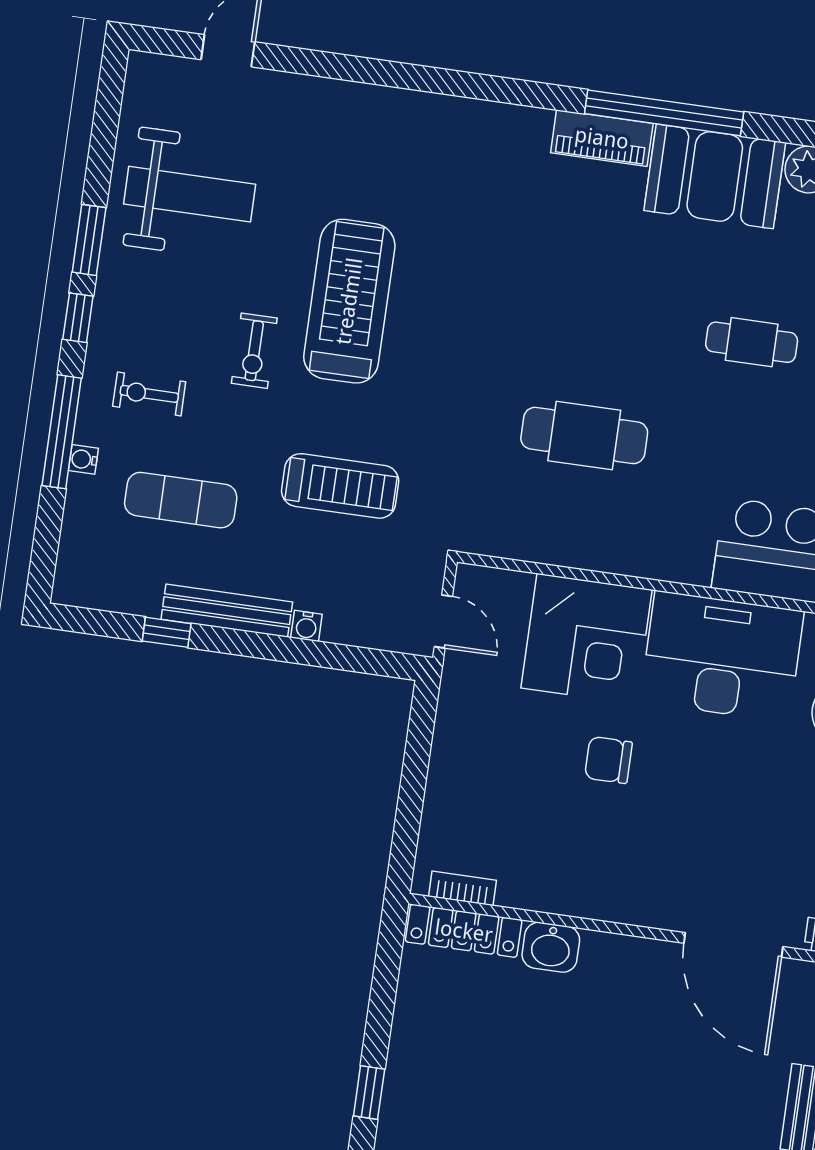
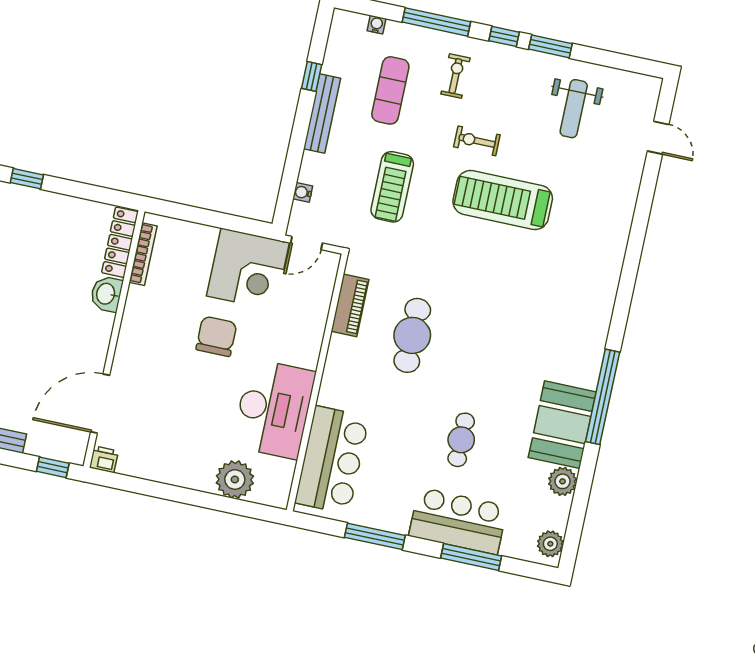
piano: (602, 138) -> (350, 305), moved, turned 180
weight bench: (190, 194) -> (574, 109), width x0.73, depth x0.75
treadmill: (349, 301) -> (503, 200), turned 180
water cooler: (83, 459) -> (377, 25), moved
water cooler: (306, 626) -> (303, 192), moved
corner desk: (586, 639) -> (248, 269), moved, turned -90
chair: (608, 760) -> (216, 336), width x1.37, depth x1.37
bookcase: (462, 888) -> (143, 254), width x1.56

